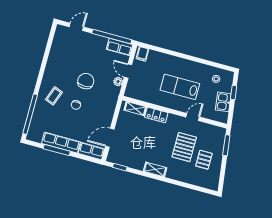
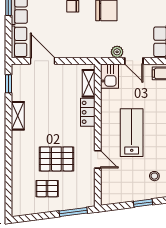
door: (128, 71) -> (134, 61), swing flipped
kitchen sink: (223, 102) -> (110, 76), moved, turned 97
shelving: (155, 169) -> (18, 116), moved

